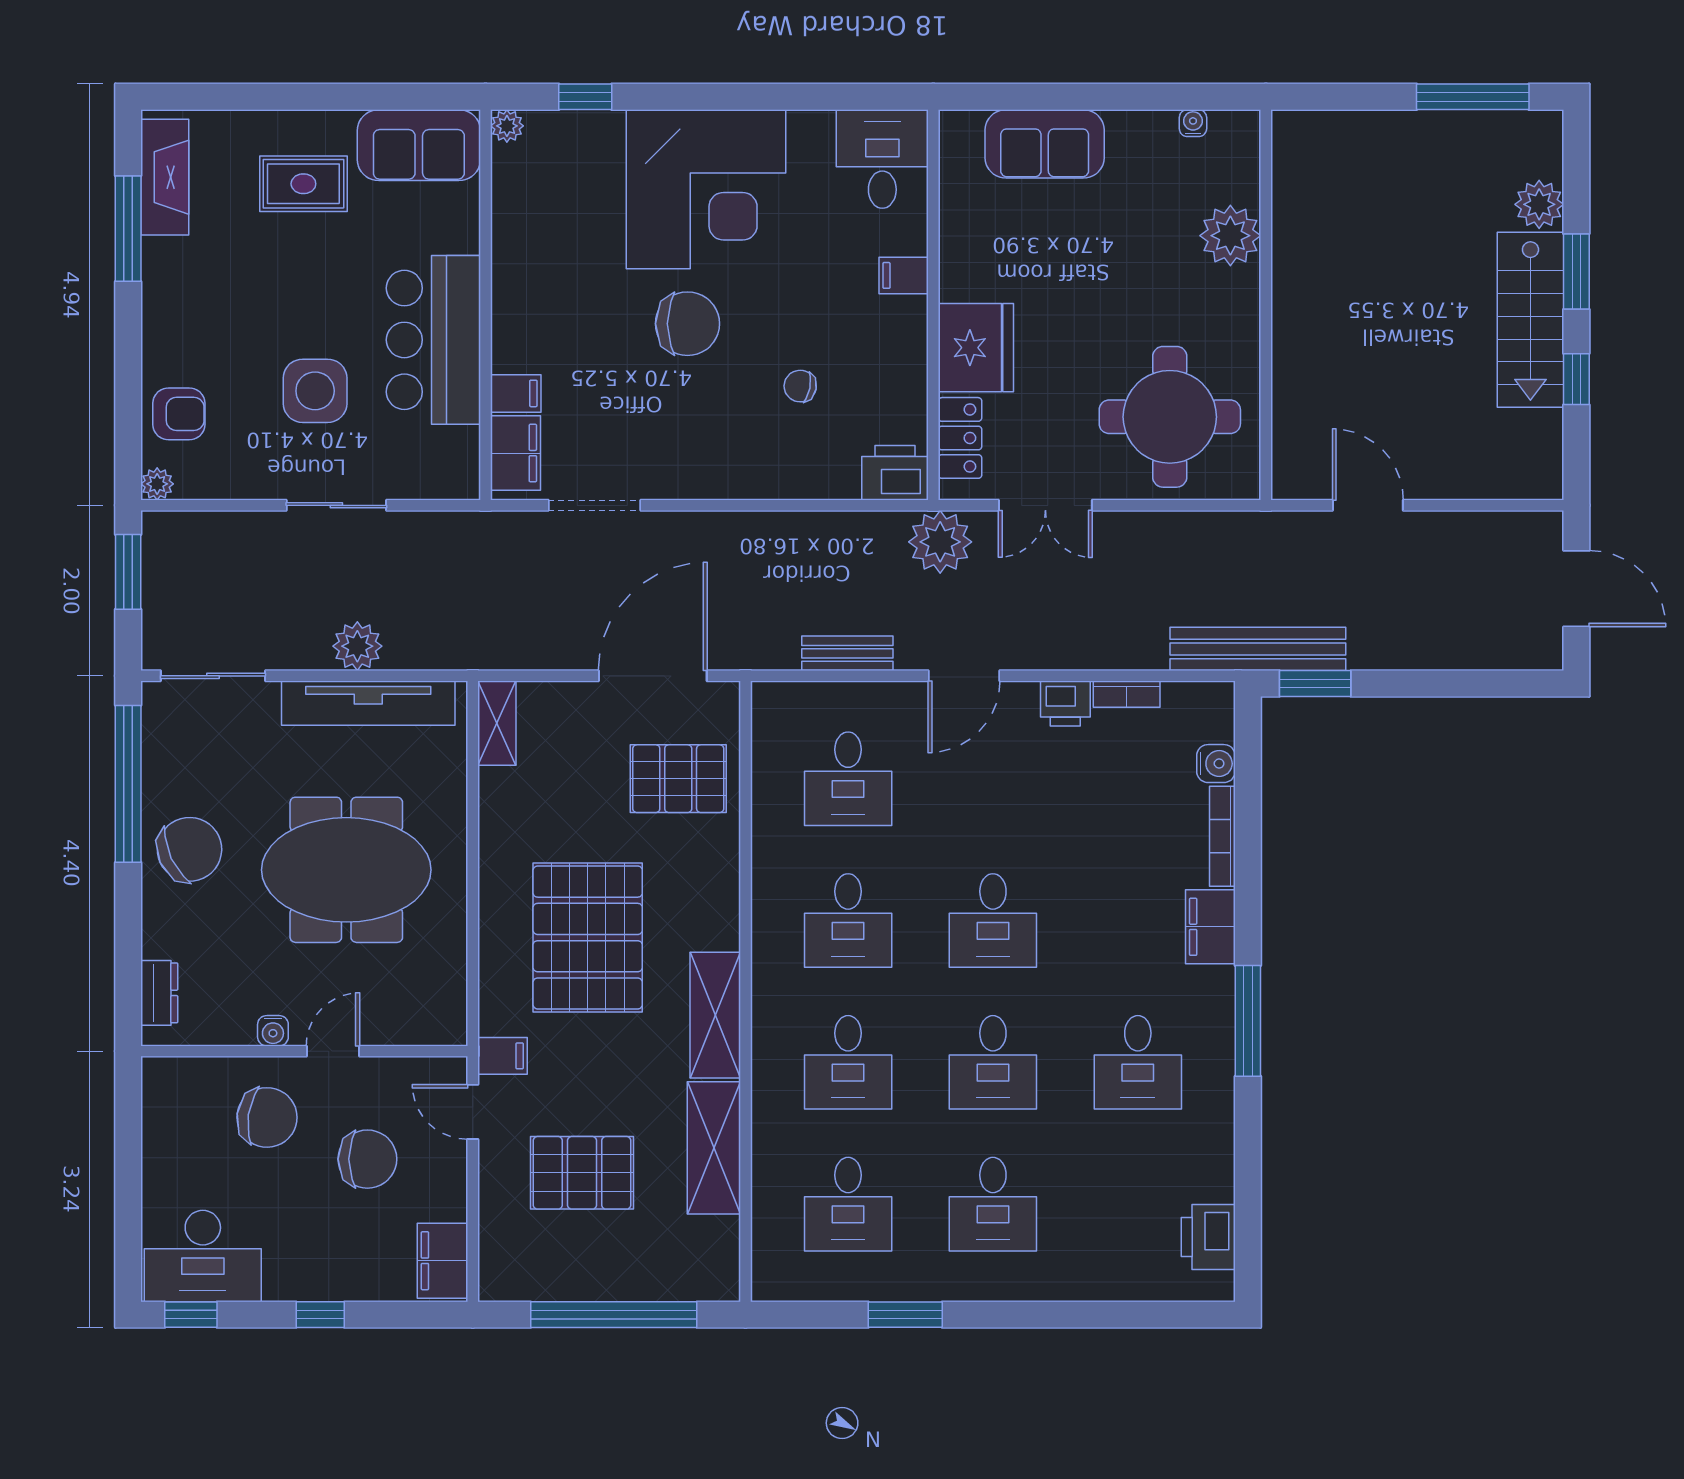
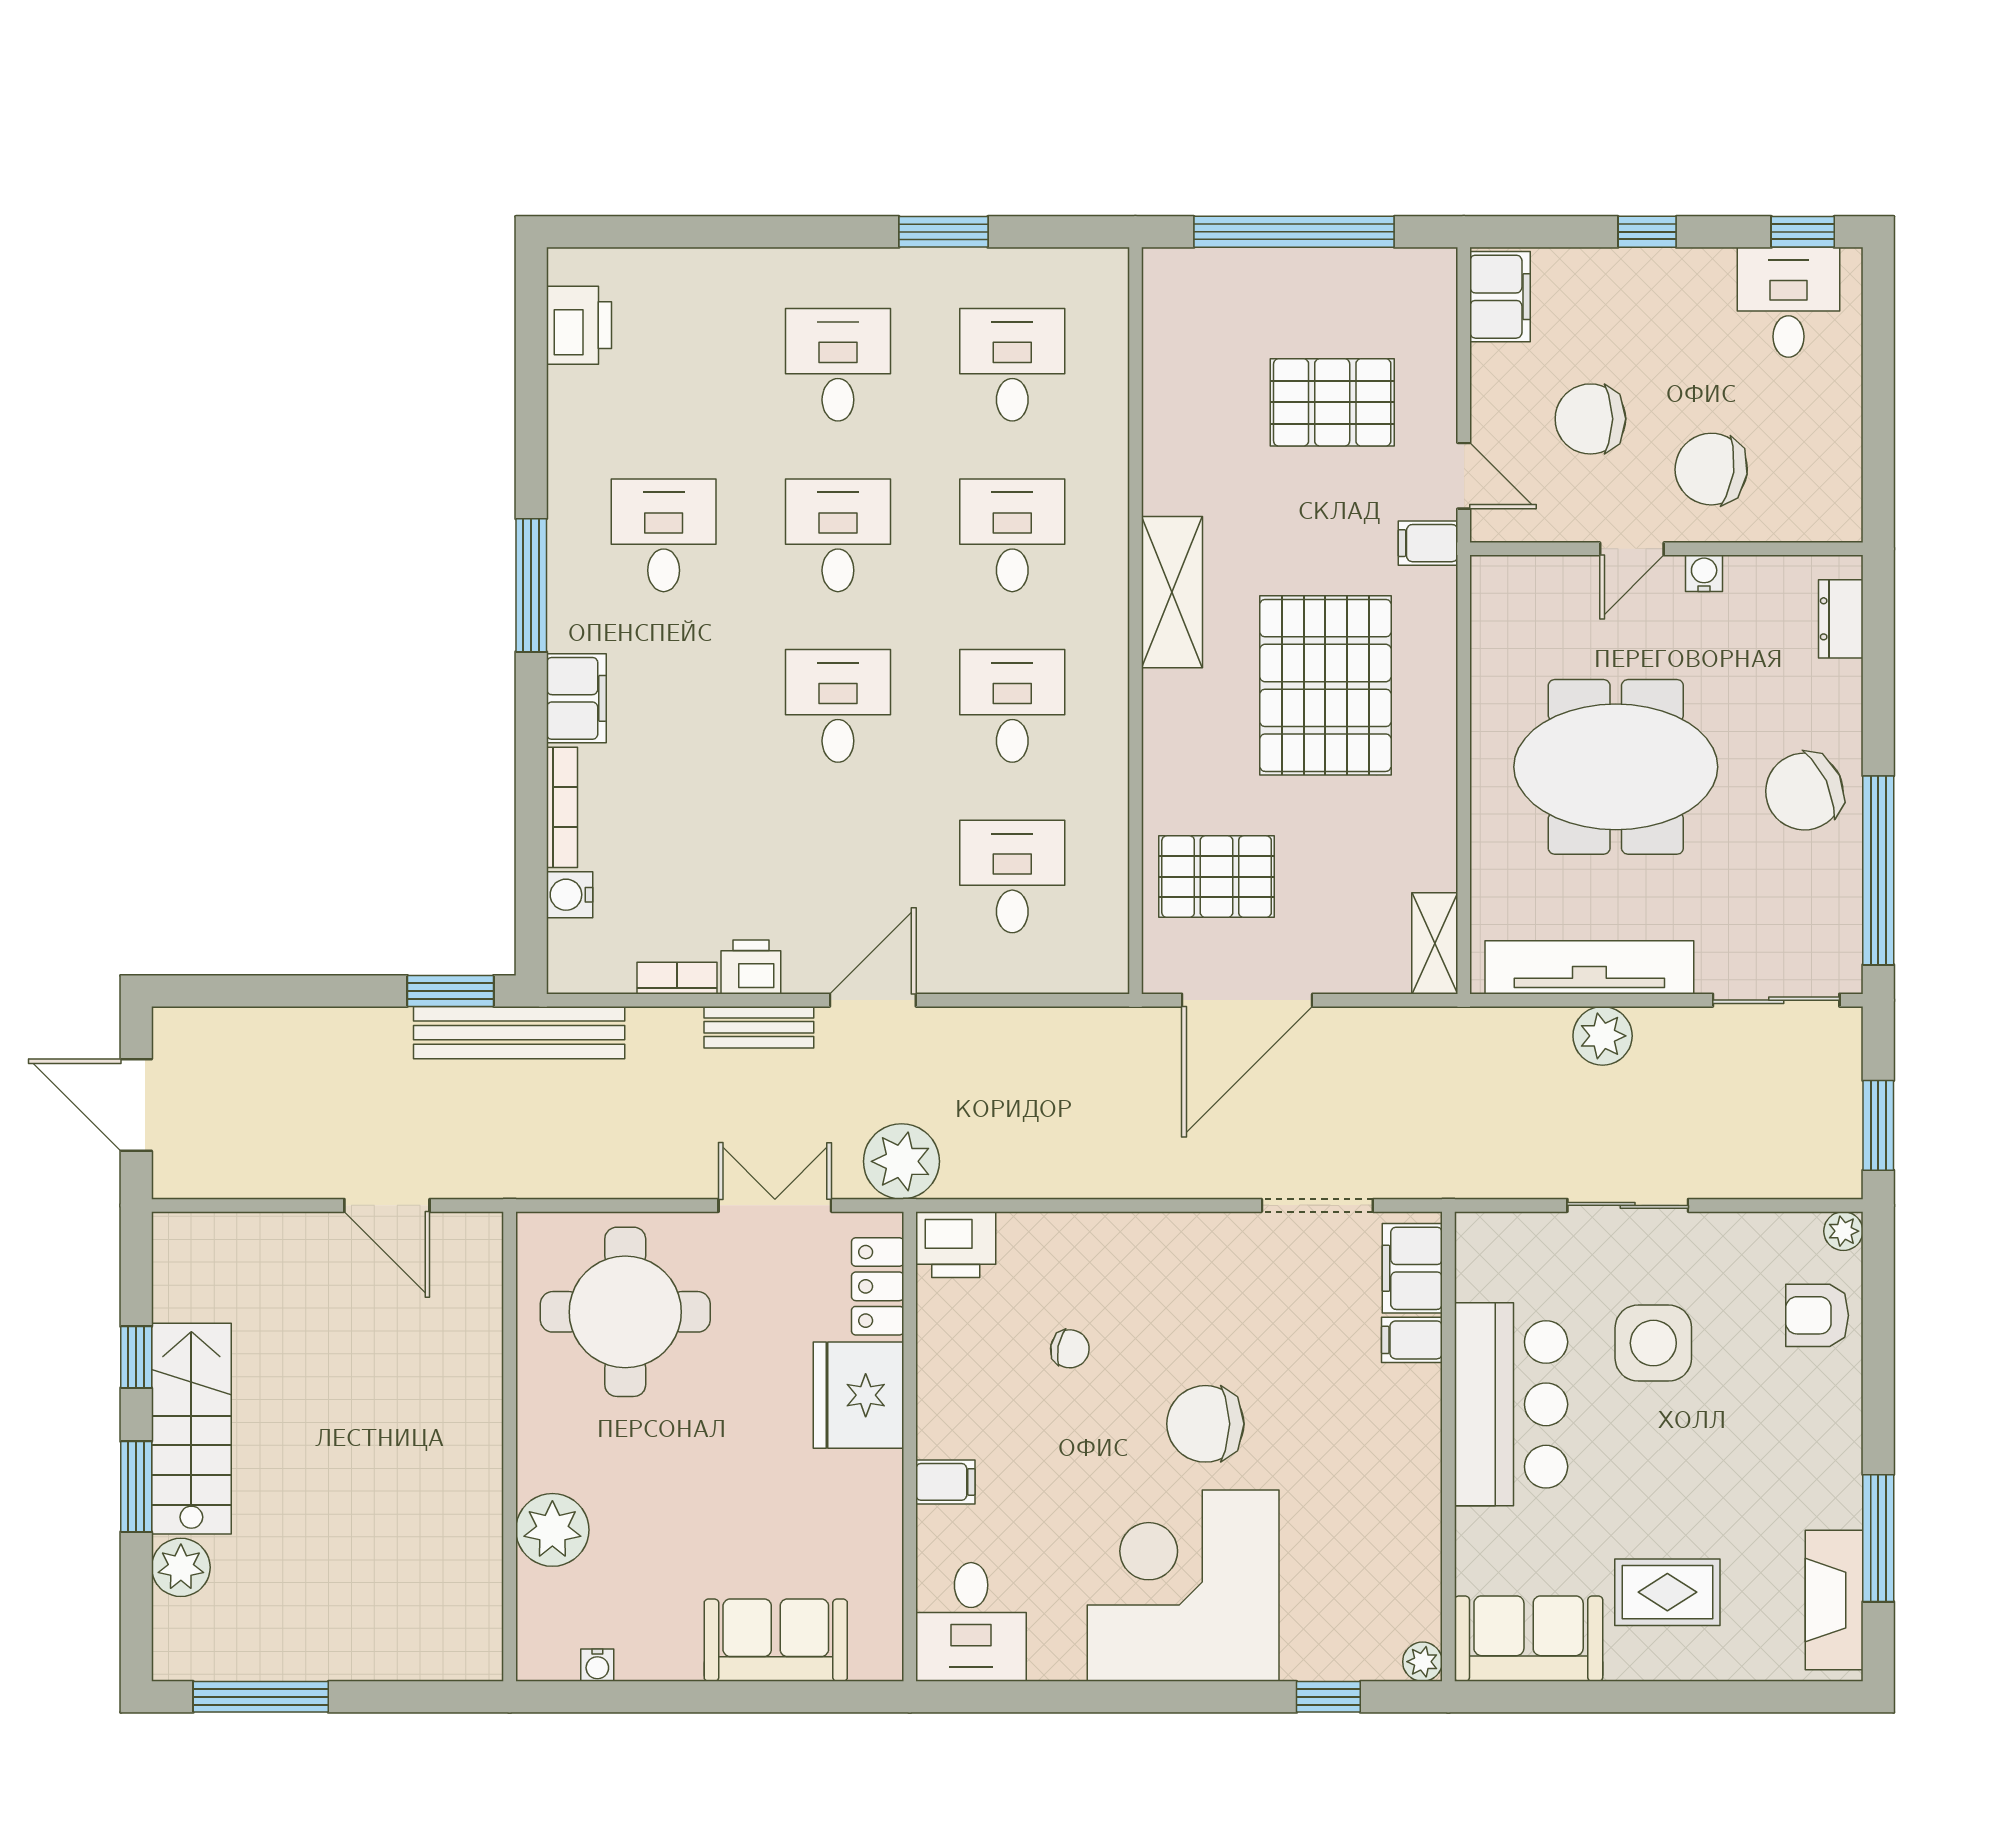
bench: (847, 653) -> (759, 1027), moved
shelving: (714, 1148) -> (1174, 432), removed
desk: (203, 1256) -> (1788, 302), width x0.73

